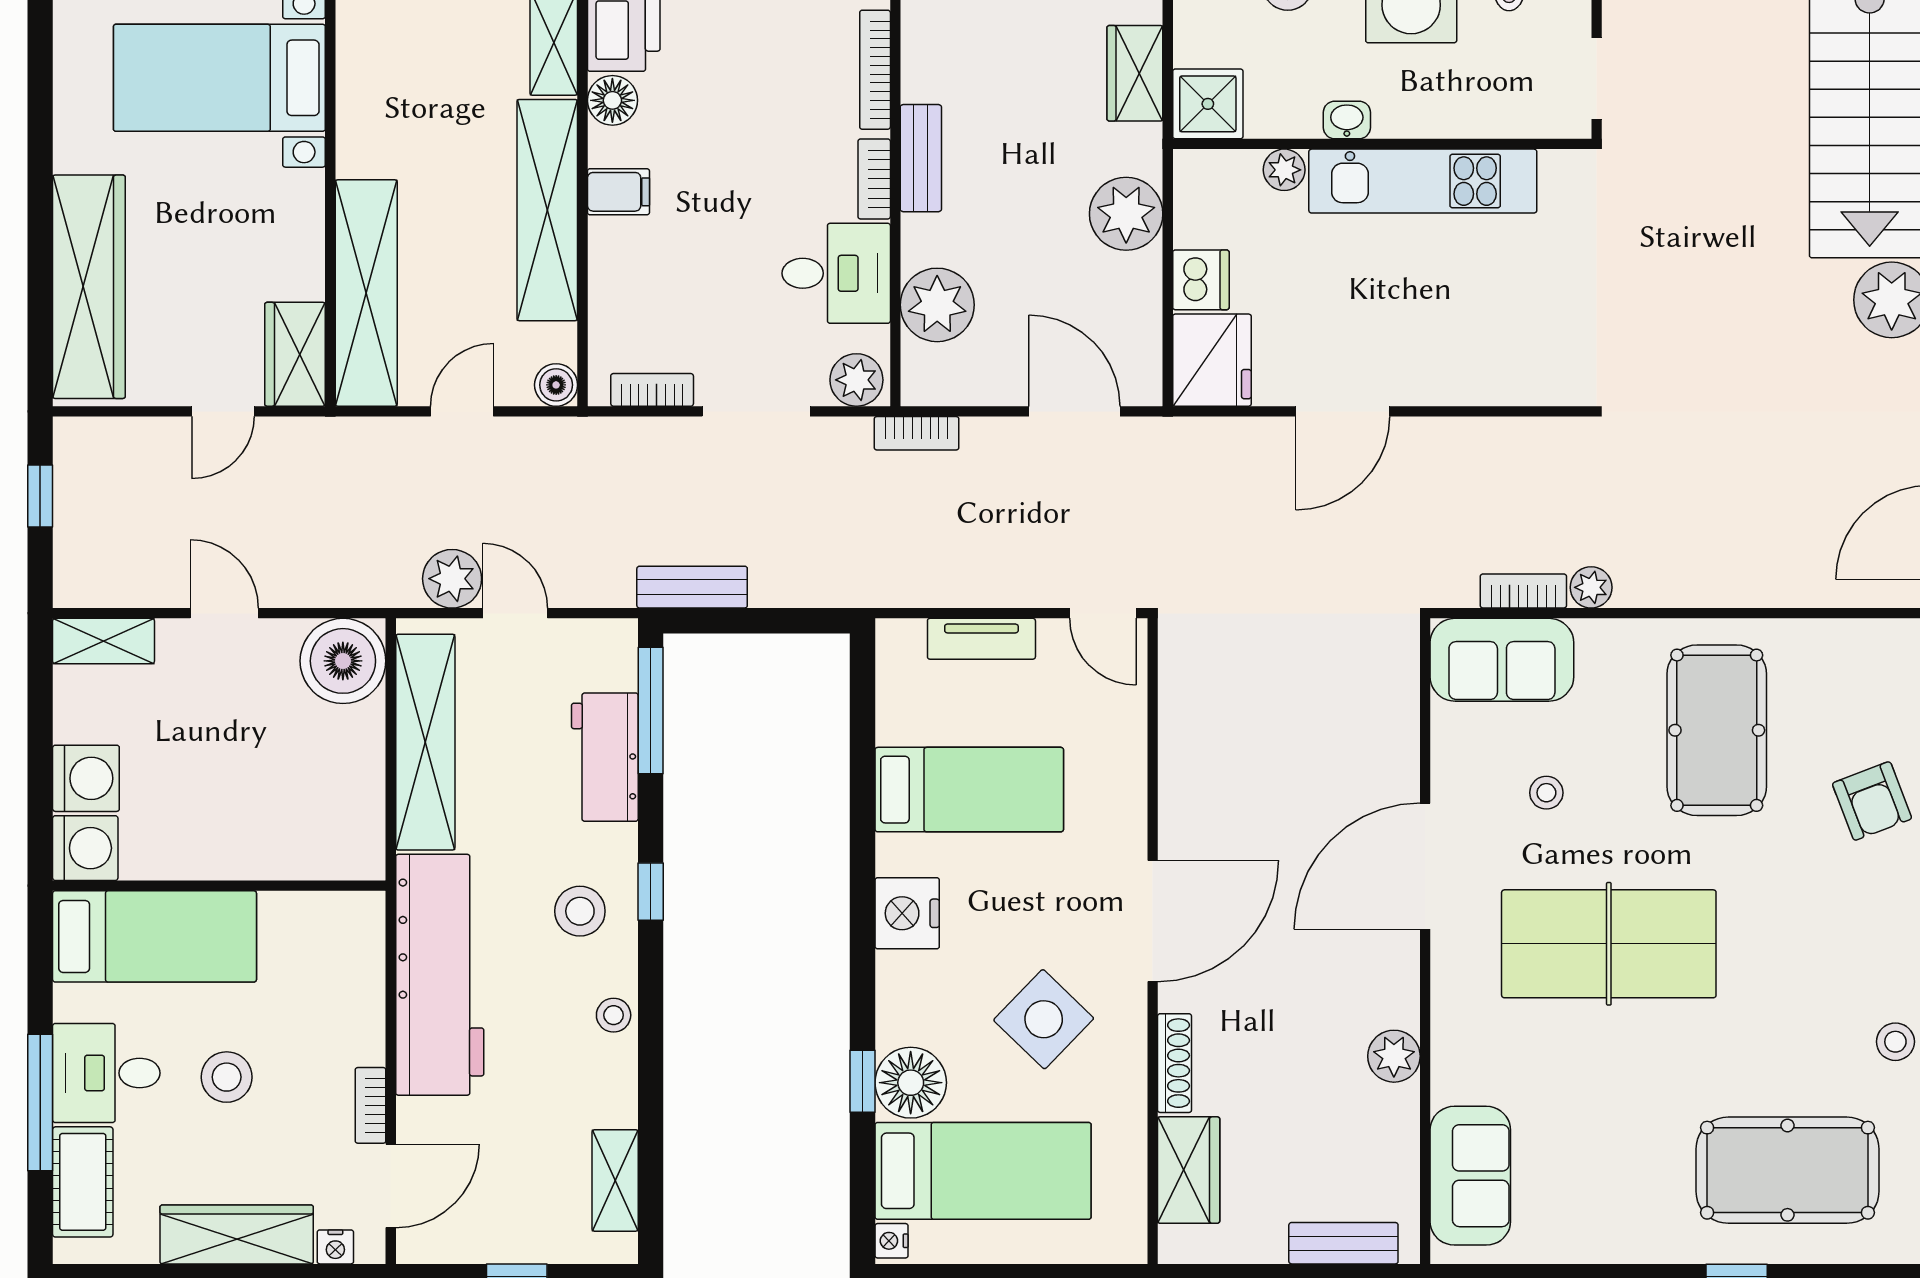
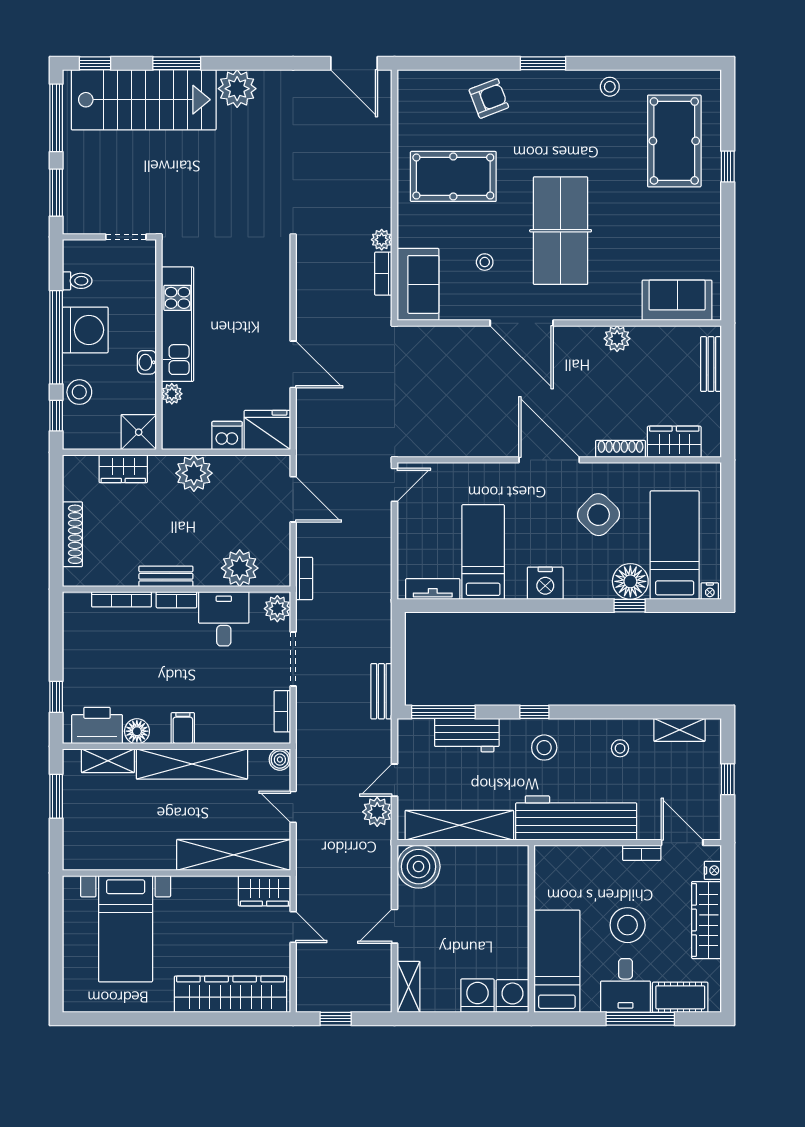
door: (1074, 411) -> (293, 499), swing flipped
tv unit: (981, 639) -> (433, 589), moved, turned -90
stool: (614, 1015) -> (620, 748), moved
stool: (227, 1077) -> (628, 925), width x1.38, depth x1.38

